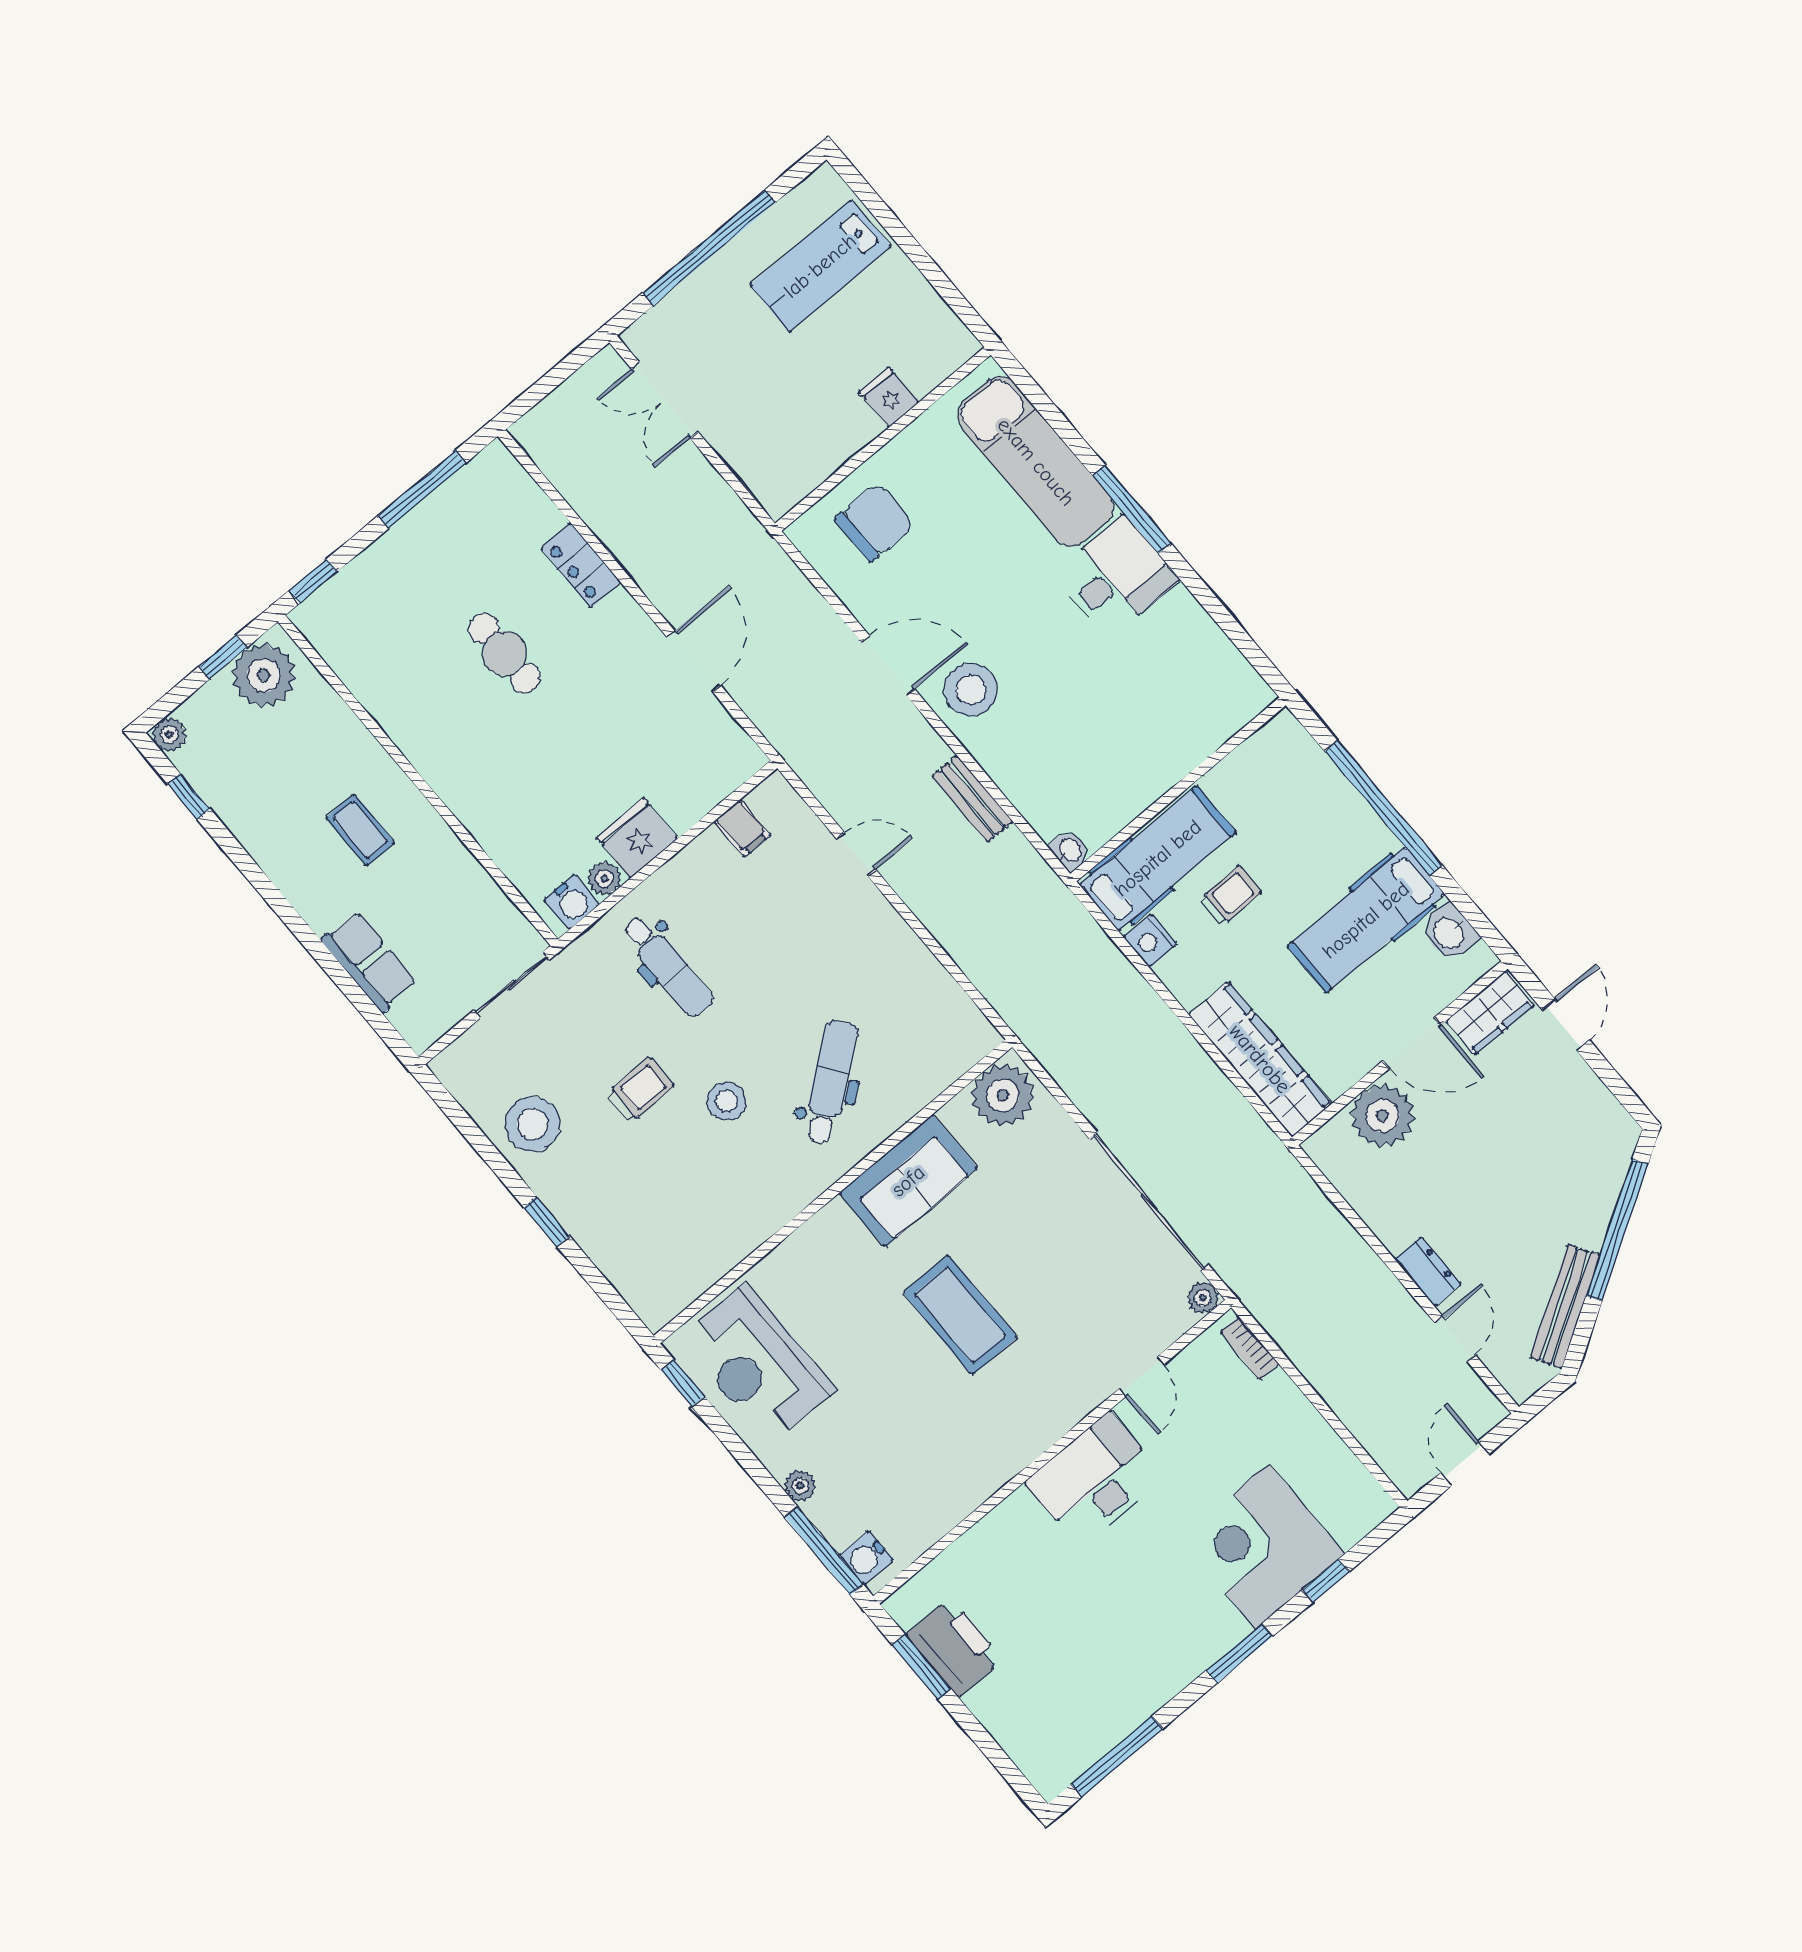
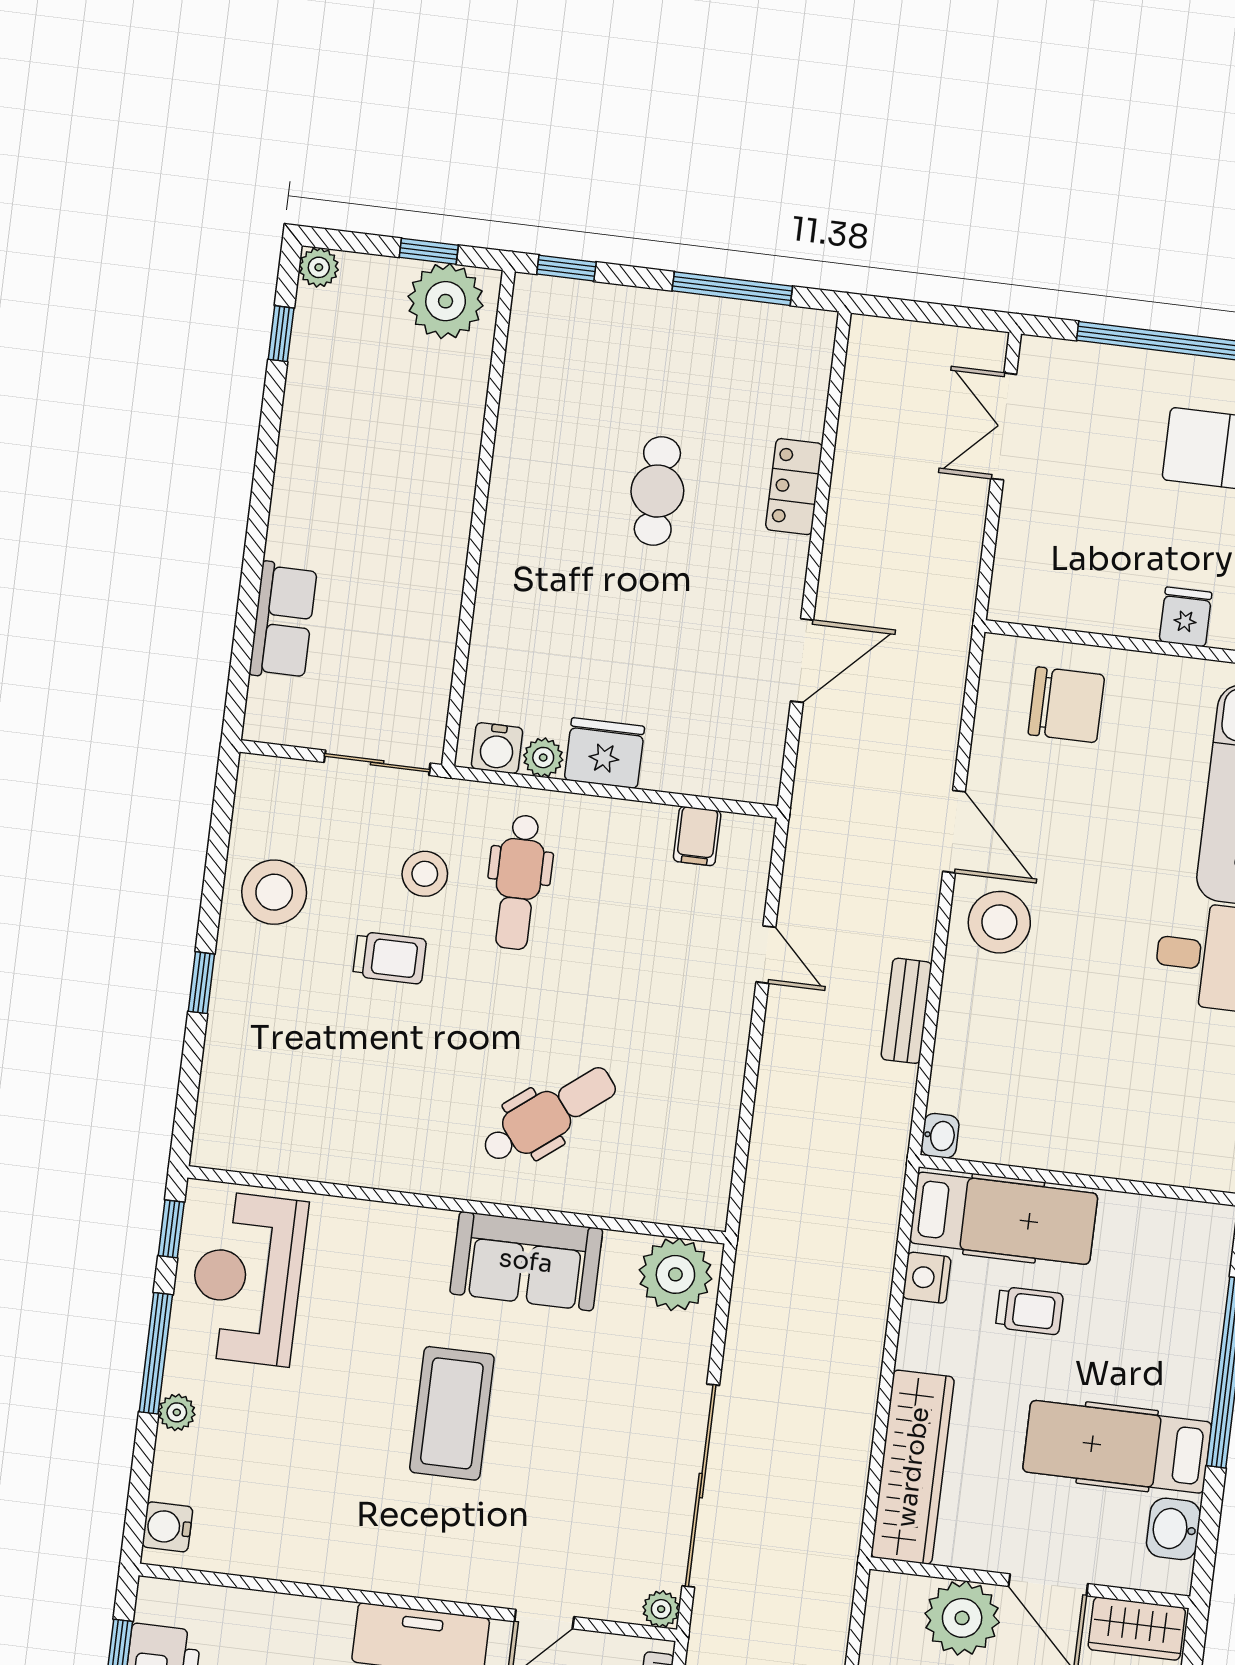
coffee table: (360, 830) -> (389, 508), removed
stool: (727, 1101) -> (425, 874), moved
window: (824, 1551) -> (156, 1353), moved

